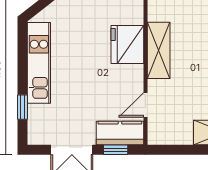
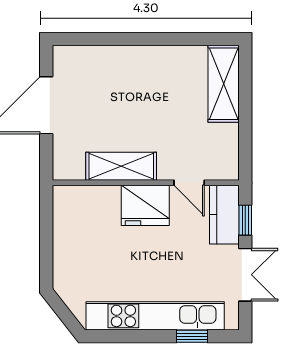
fridge: (127, 44) -> (145, 205), moved
kitchen unit: (39, 63) -> (155, 316), width x1.36

